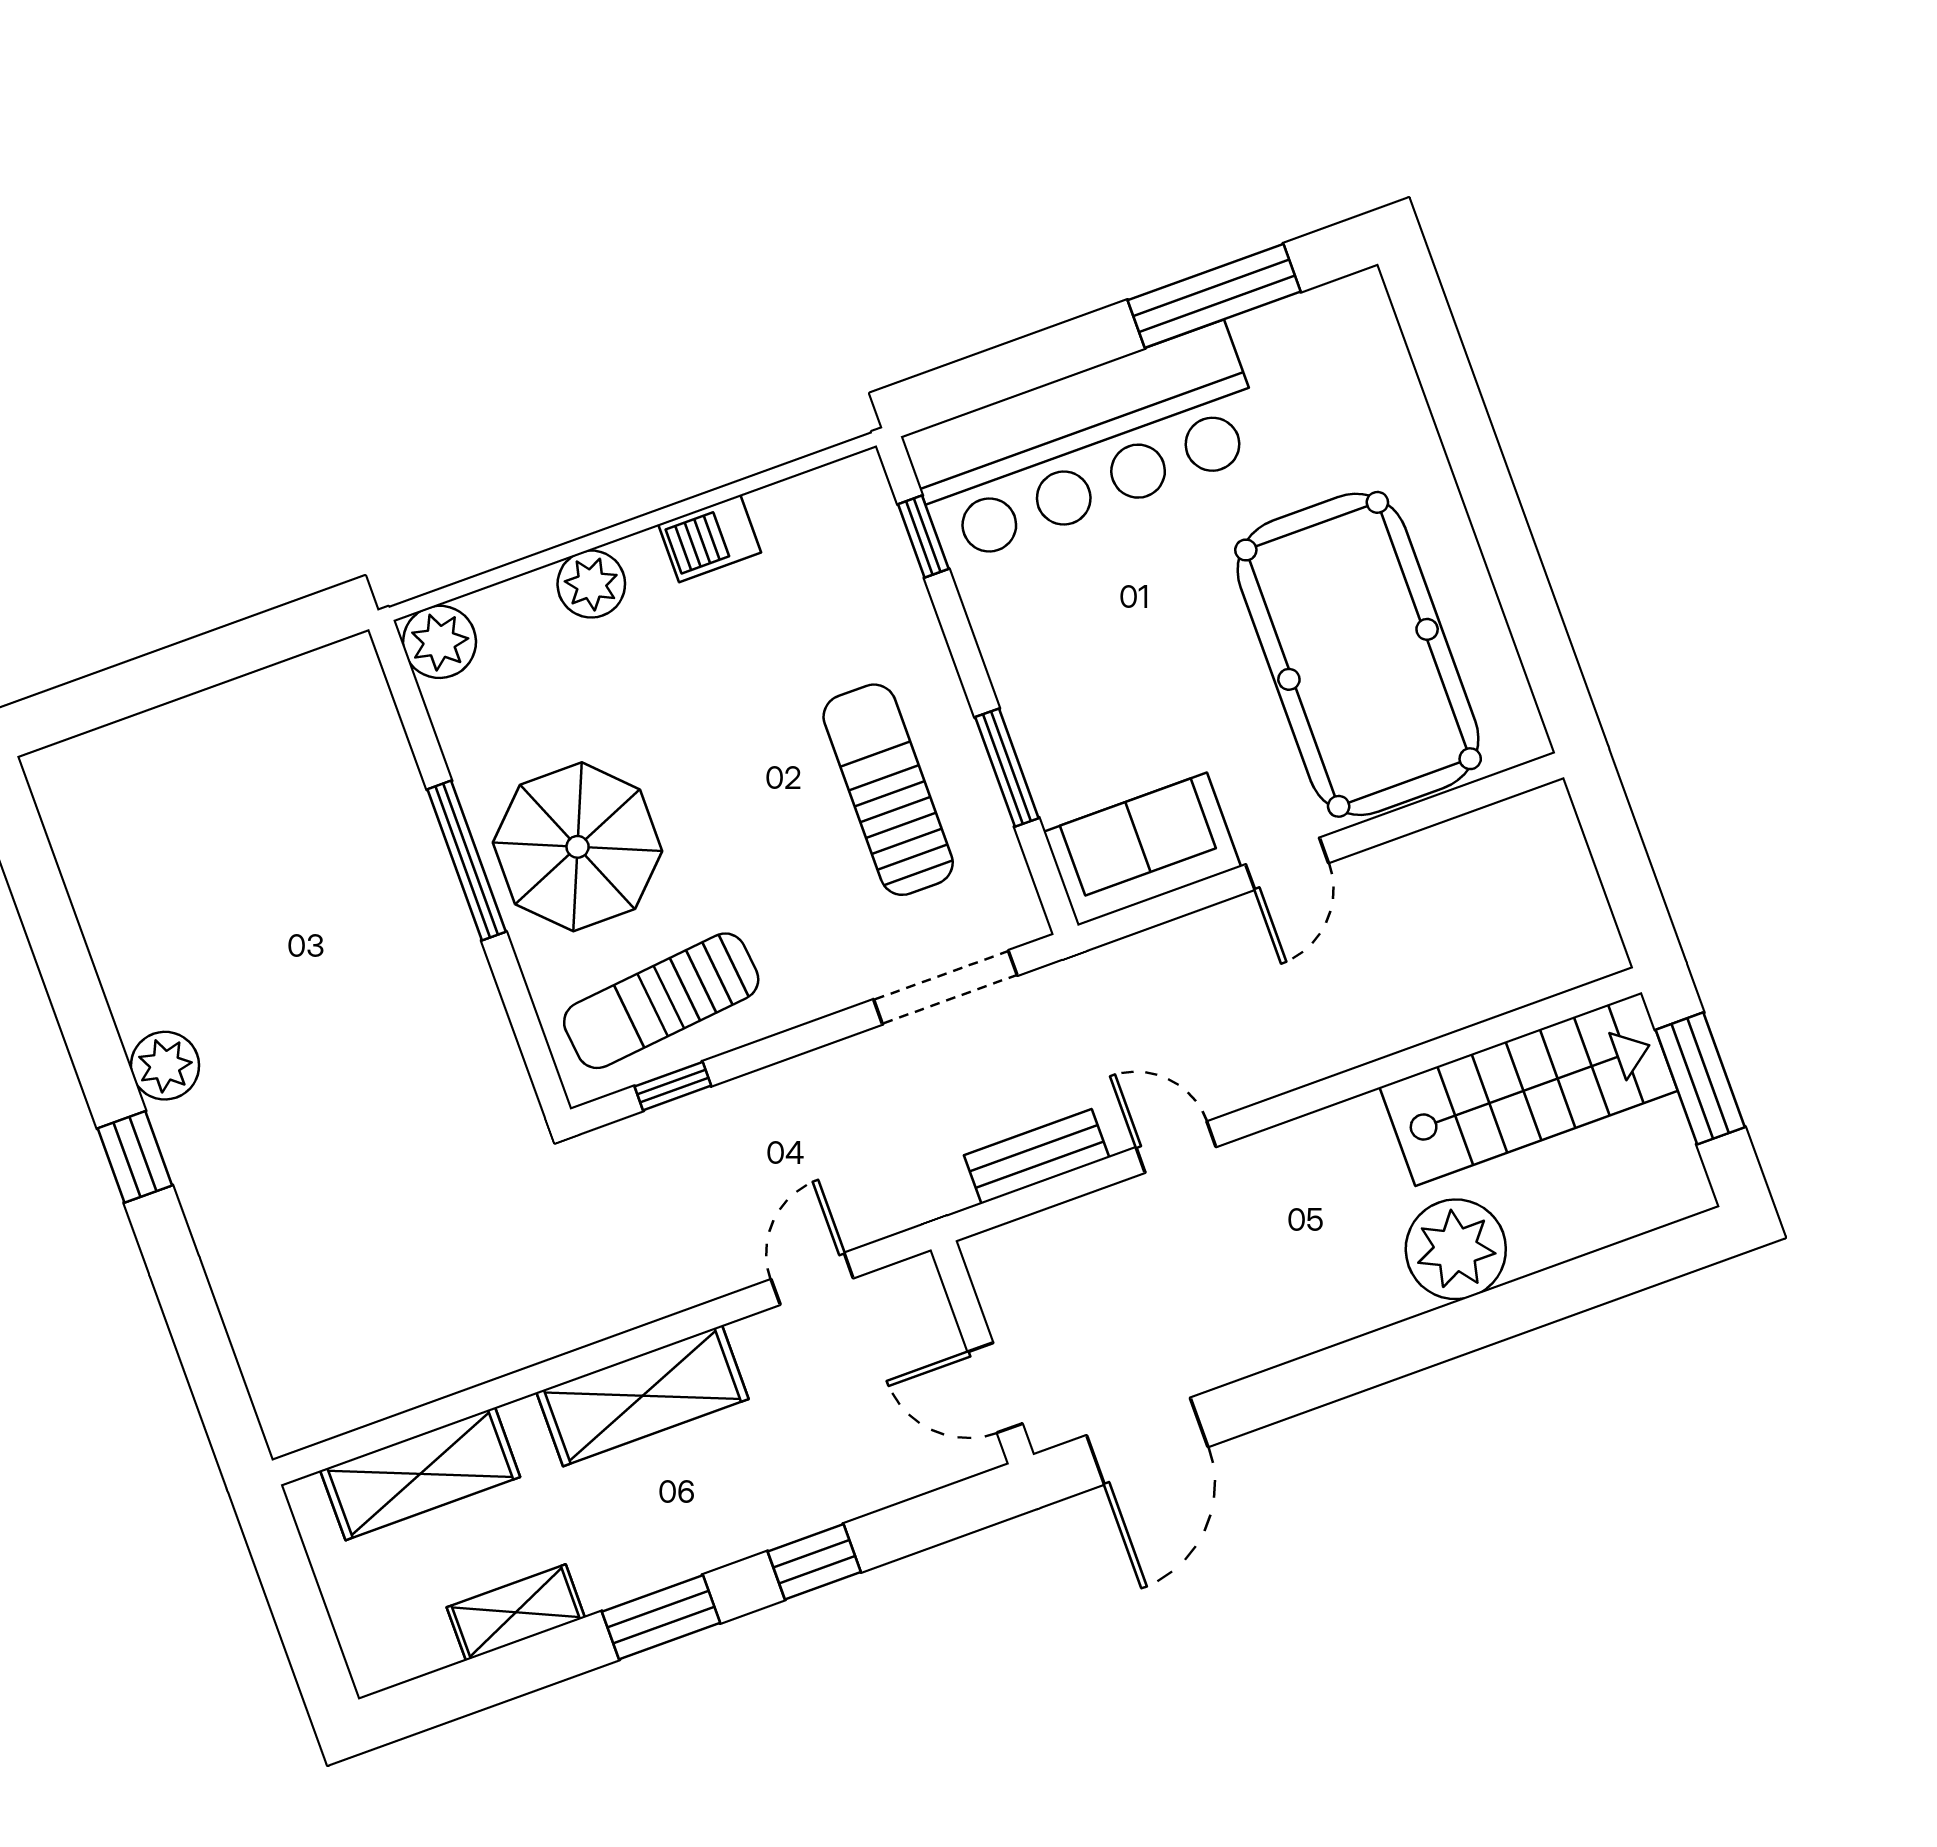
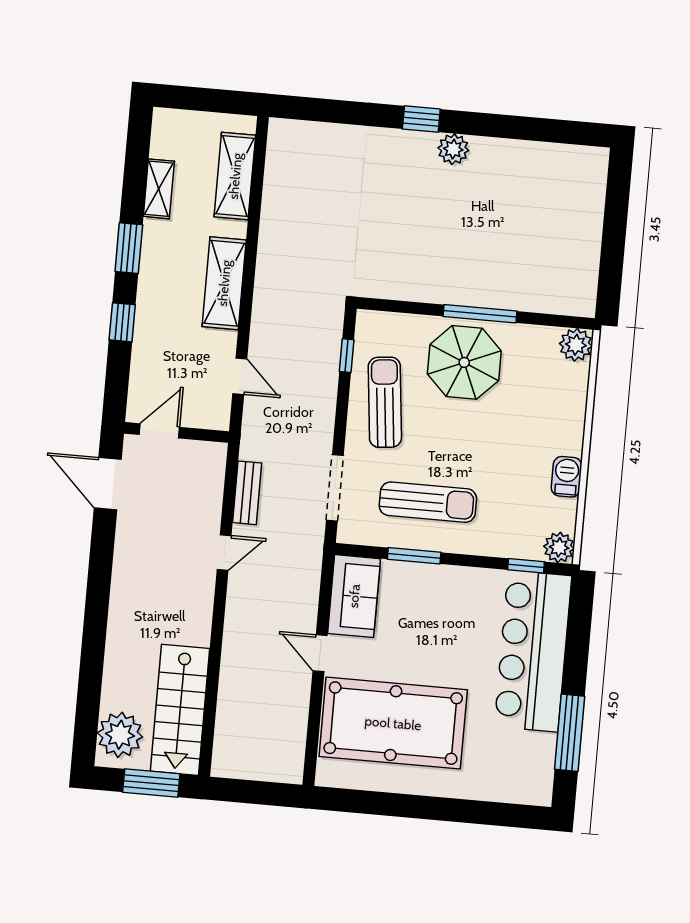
plant: (591, 584) -> (559, 547), moved
sun lounger: (661, 1001) -> (385, 402), moved
plant: (1456, 1249) -> (120, 735), moved

